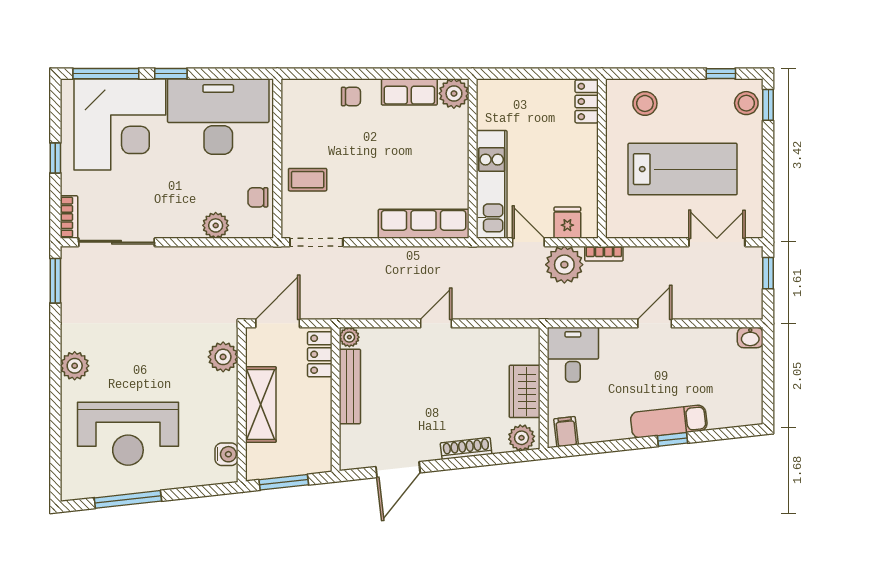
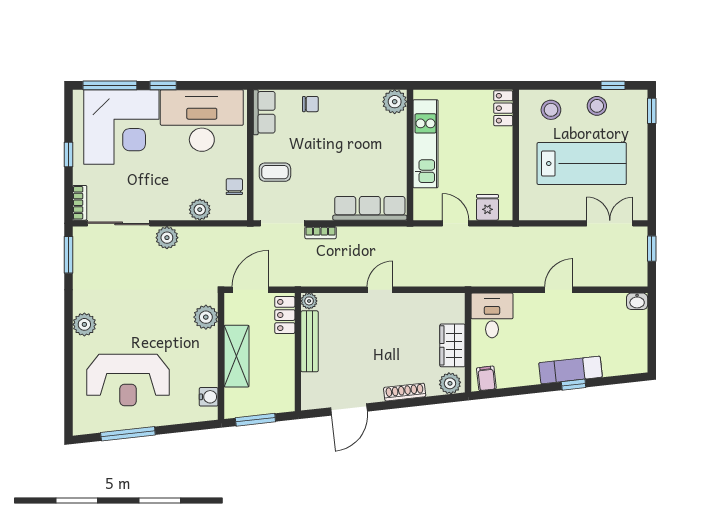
row of seats: (409, 92) -> (264, 112), moved, turned -90
stool: (746, 103) -> (597, 106), moved
kitchen unit: (492, 184) -> (425, 144), moved
chair: (258, 197) -> (234, 187), turned 90
bookcase: (604, 254) -> (321, 233), moved
plant: (564, 265) -> (167, 238), moved, width x0.73, depth x0.73

